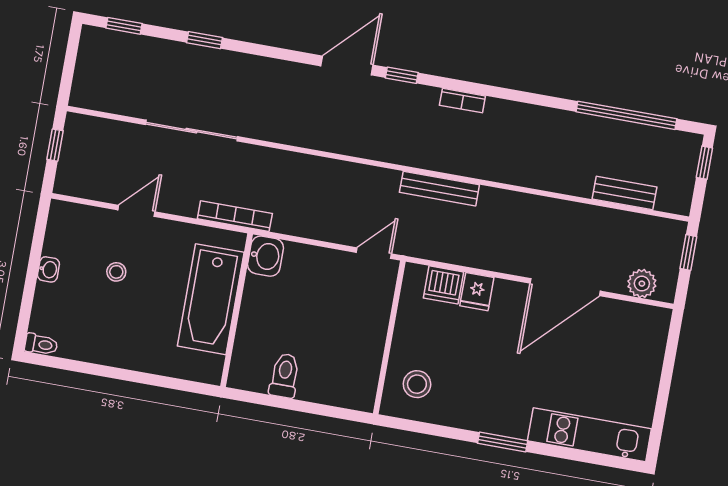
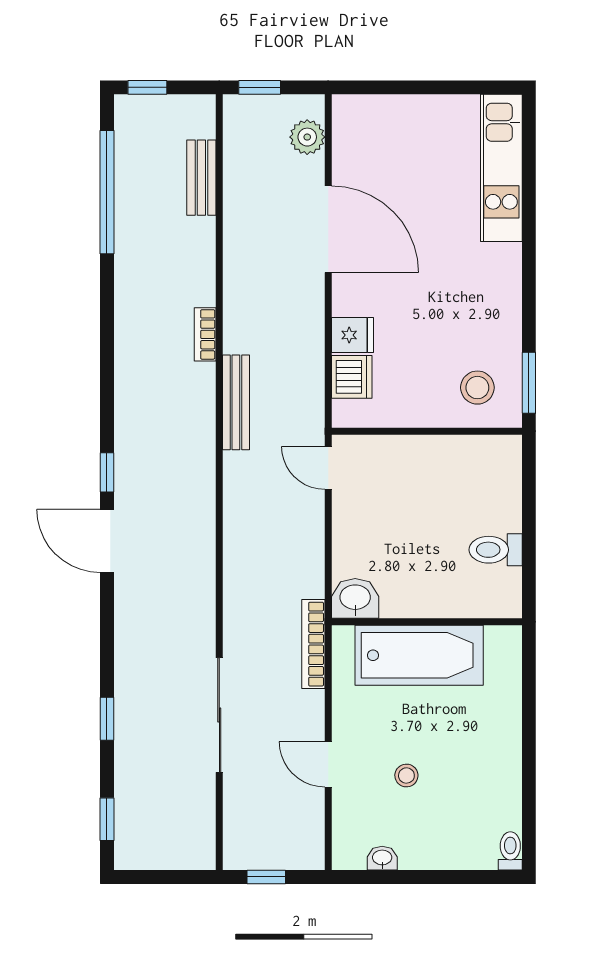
bookcase: (462, 101) -> (205, 334), moved, turned 180
washbasin: (48, 269) -> (382, 858), moved
window: (503, 442) -> (529, 383), moved

